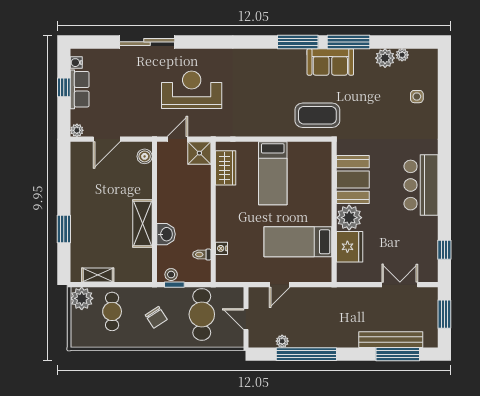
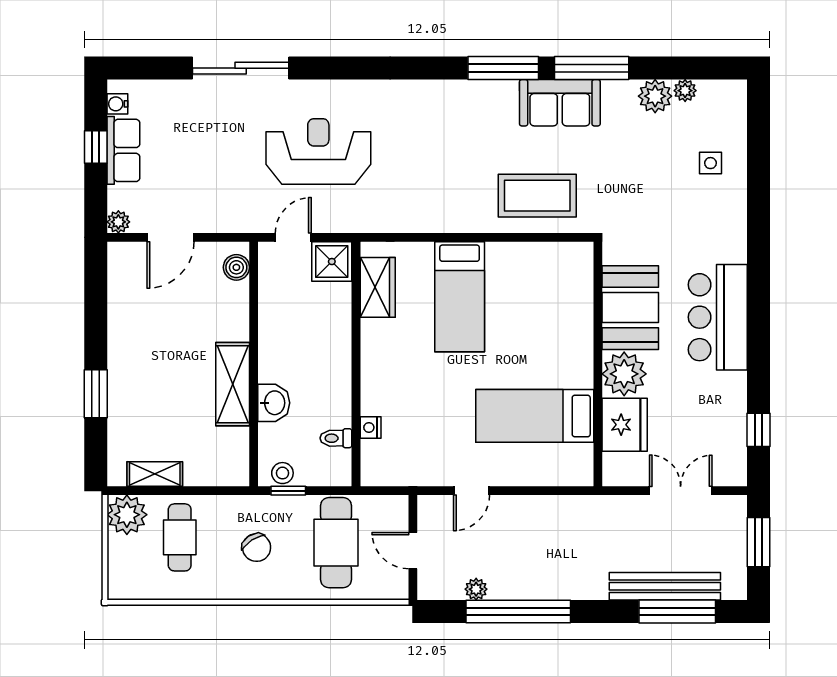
booth: (353, 179) -> (630, 308), moved
wall: (334, 212) -> (598, 364), moved
plant: (349, 218) -> (624, 374), moved
bed: (298, 242) -> (535, 416), moved
fridge: (350, 247) -> (625, 425), moved

